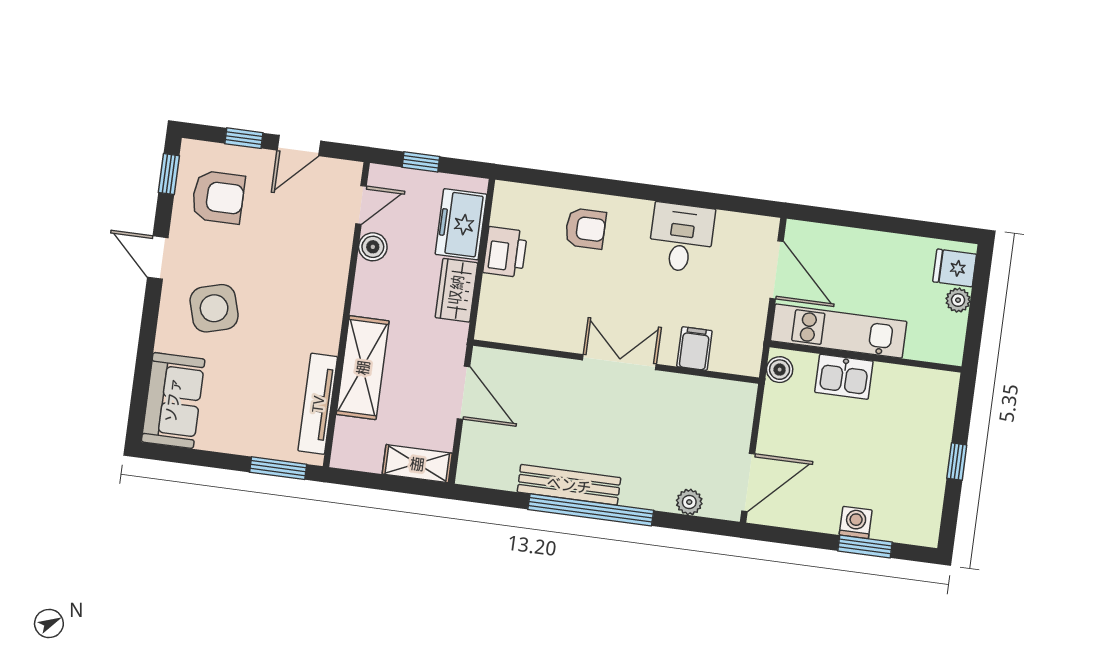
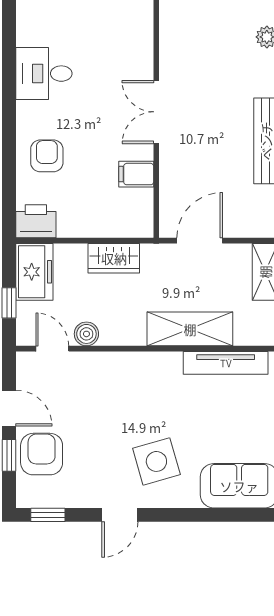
armchair: (218, 197) -> (42, 454), moved
freezer: (461, 224) -> (34, 272), moved, turned -90
printer: (505, 252) -> (36, 221), moved
filing cabinet: (694, 349) -> (136, 174), moved

